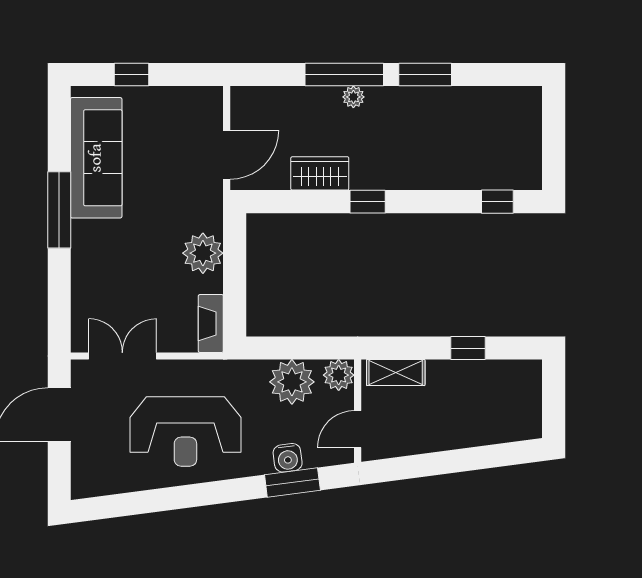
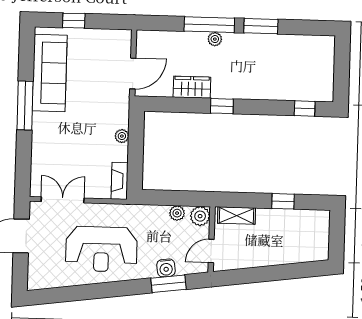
plant: (203, 253) -> (122, 136), width x0.53, depth x0.53
plant: (292, 382) -> (177, 213), width x0.53, depth x0.53

